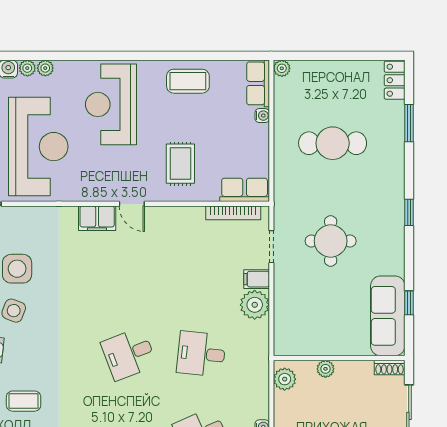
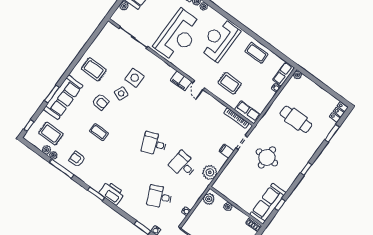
rug: (180, 164) -> (230, 83), turned 90
plant: (255, 305) -> (210, 172), moved

